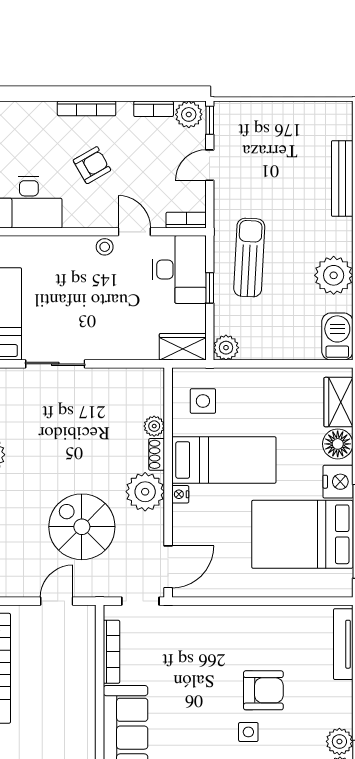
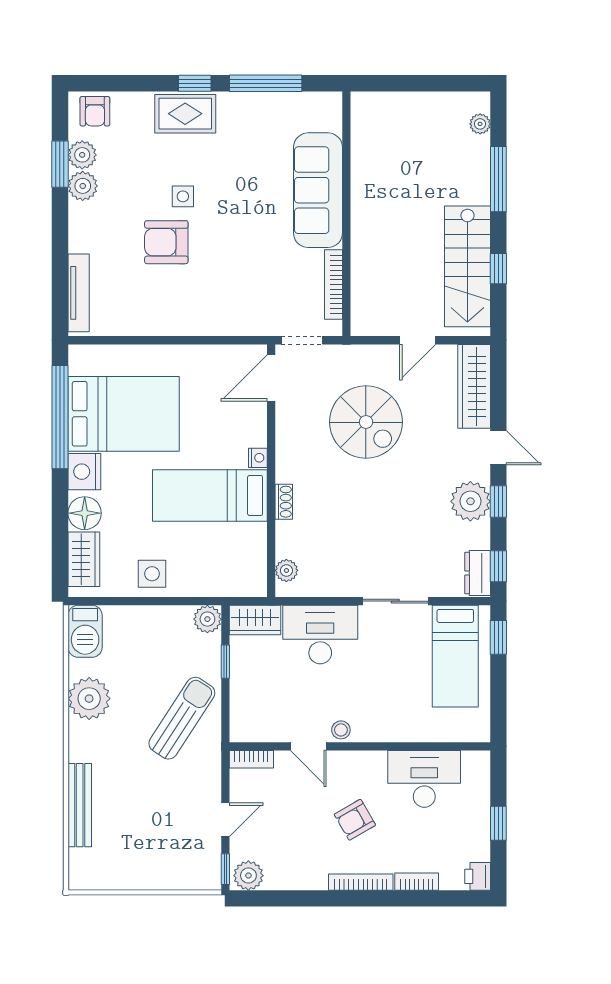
bookcase: (154, 109) -> (417, 882), moved
sun lounger: (249, 258) -> (182, 718), turned -150
desk: (179, 269) -> (320, 635), moved, turned 90
window: (210, 288) -> (225, 662), moved
side table: (203, 401) -> (152, 574), moved
plant: (154, 426) -> (286, 570), moved
plant: (145, 492) -> (296, 461), removed
door: (57, 601) -> (418, 340), moved

